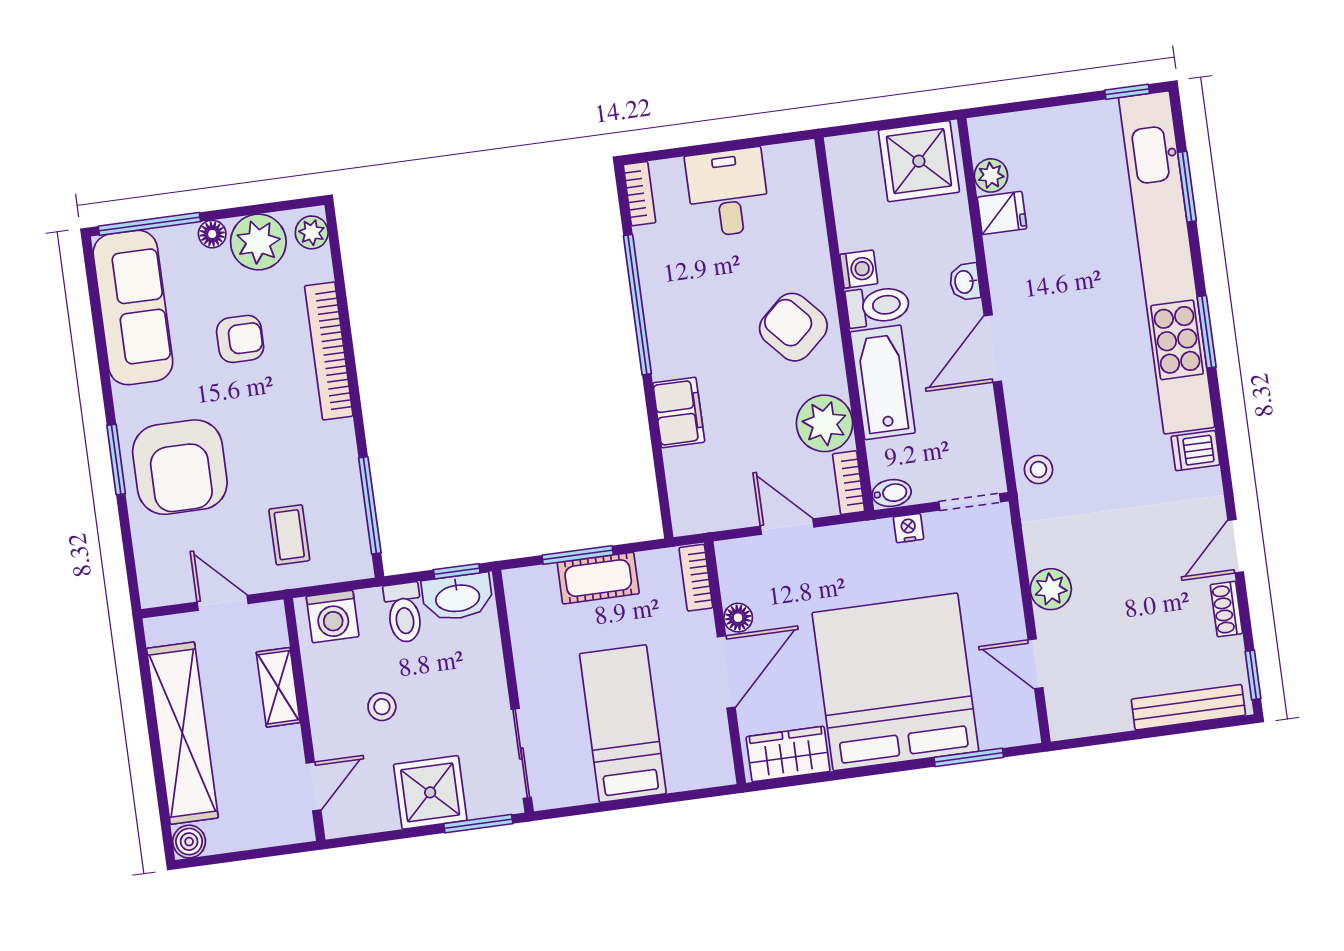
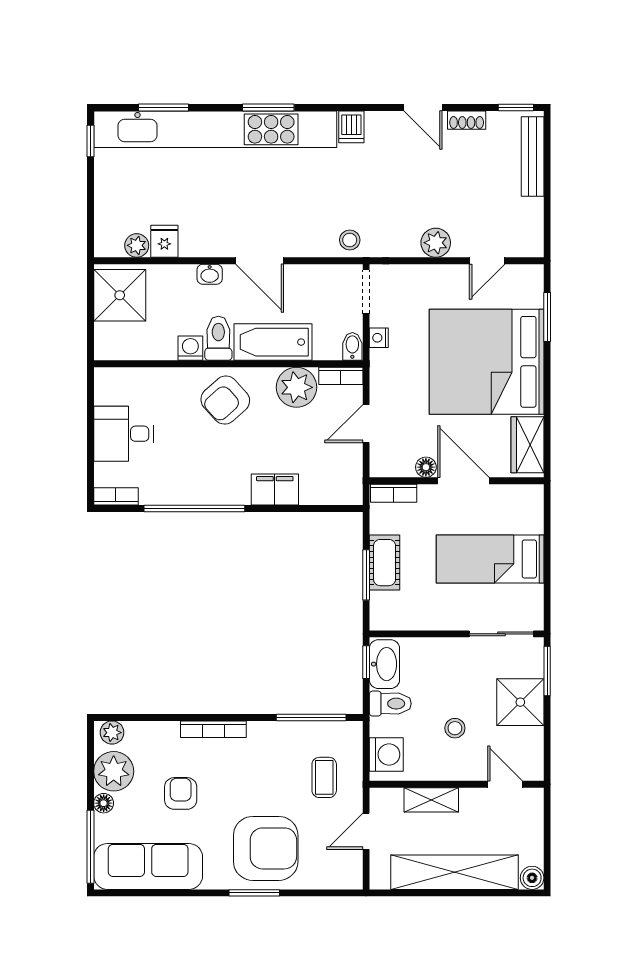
bookcase: (329, 351) -> (213, 729), width x0.68, depth x0.76
coffee table: (289, 535) -> (324, 777), turned 90

